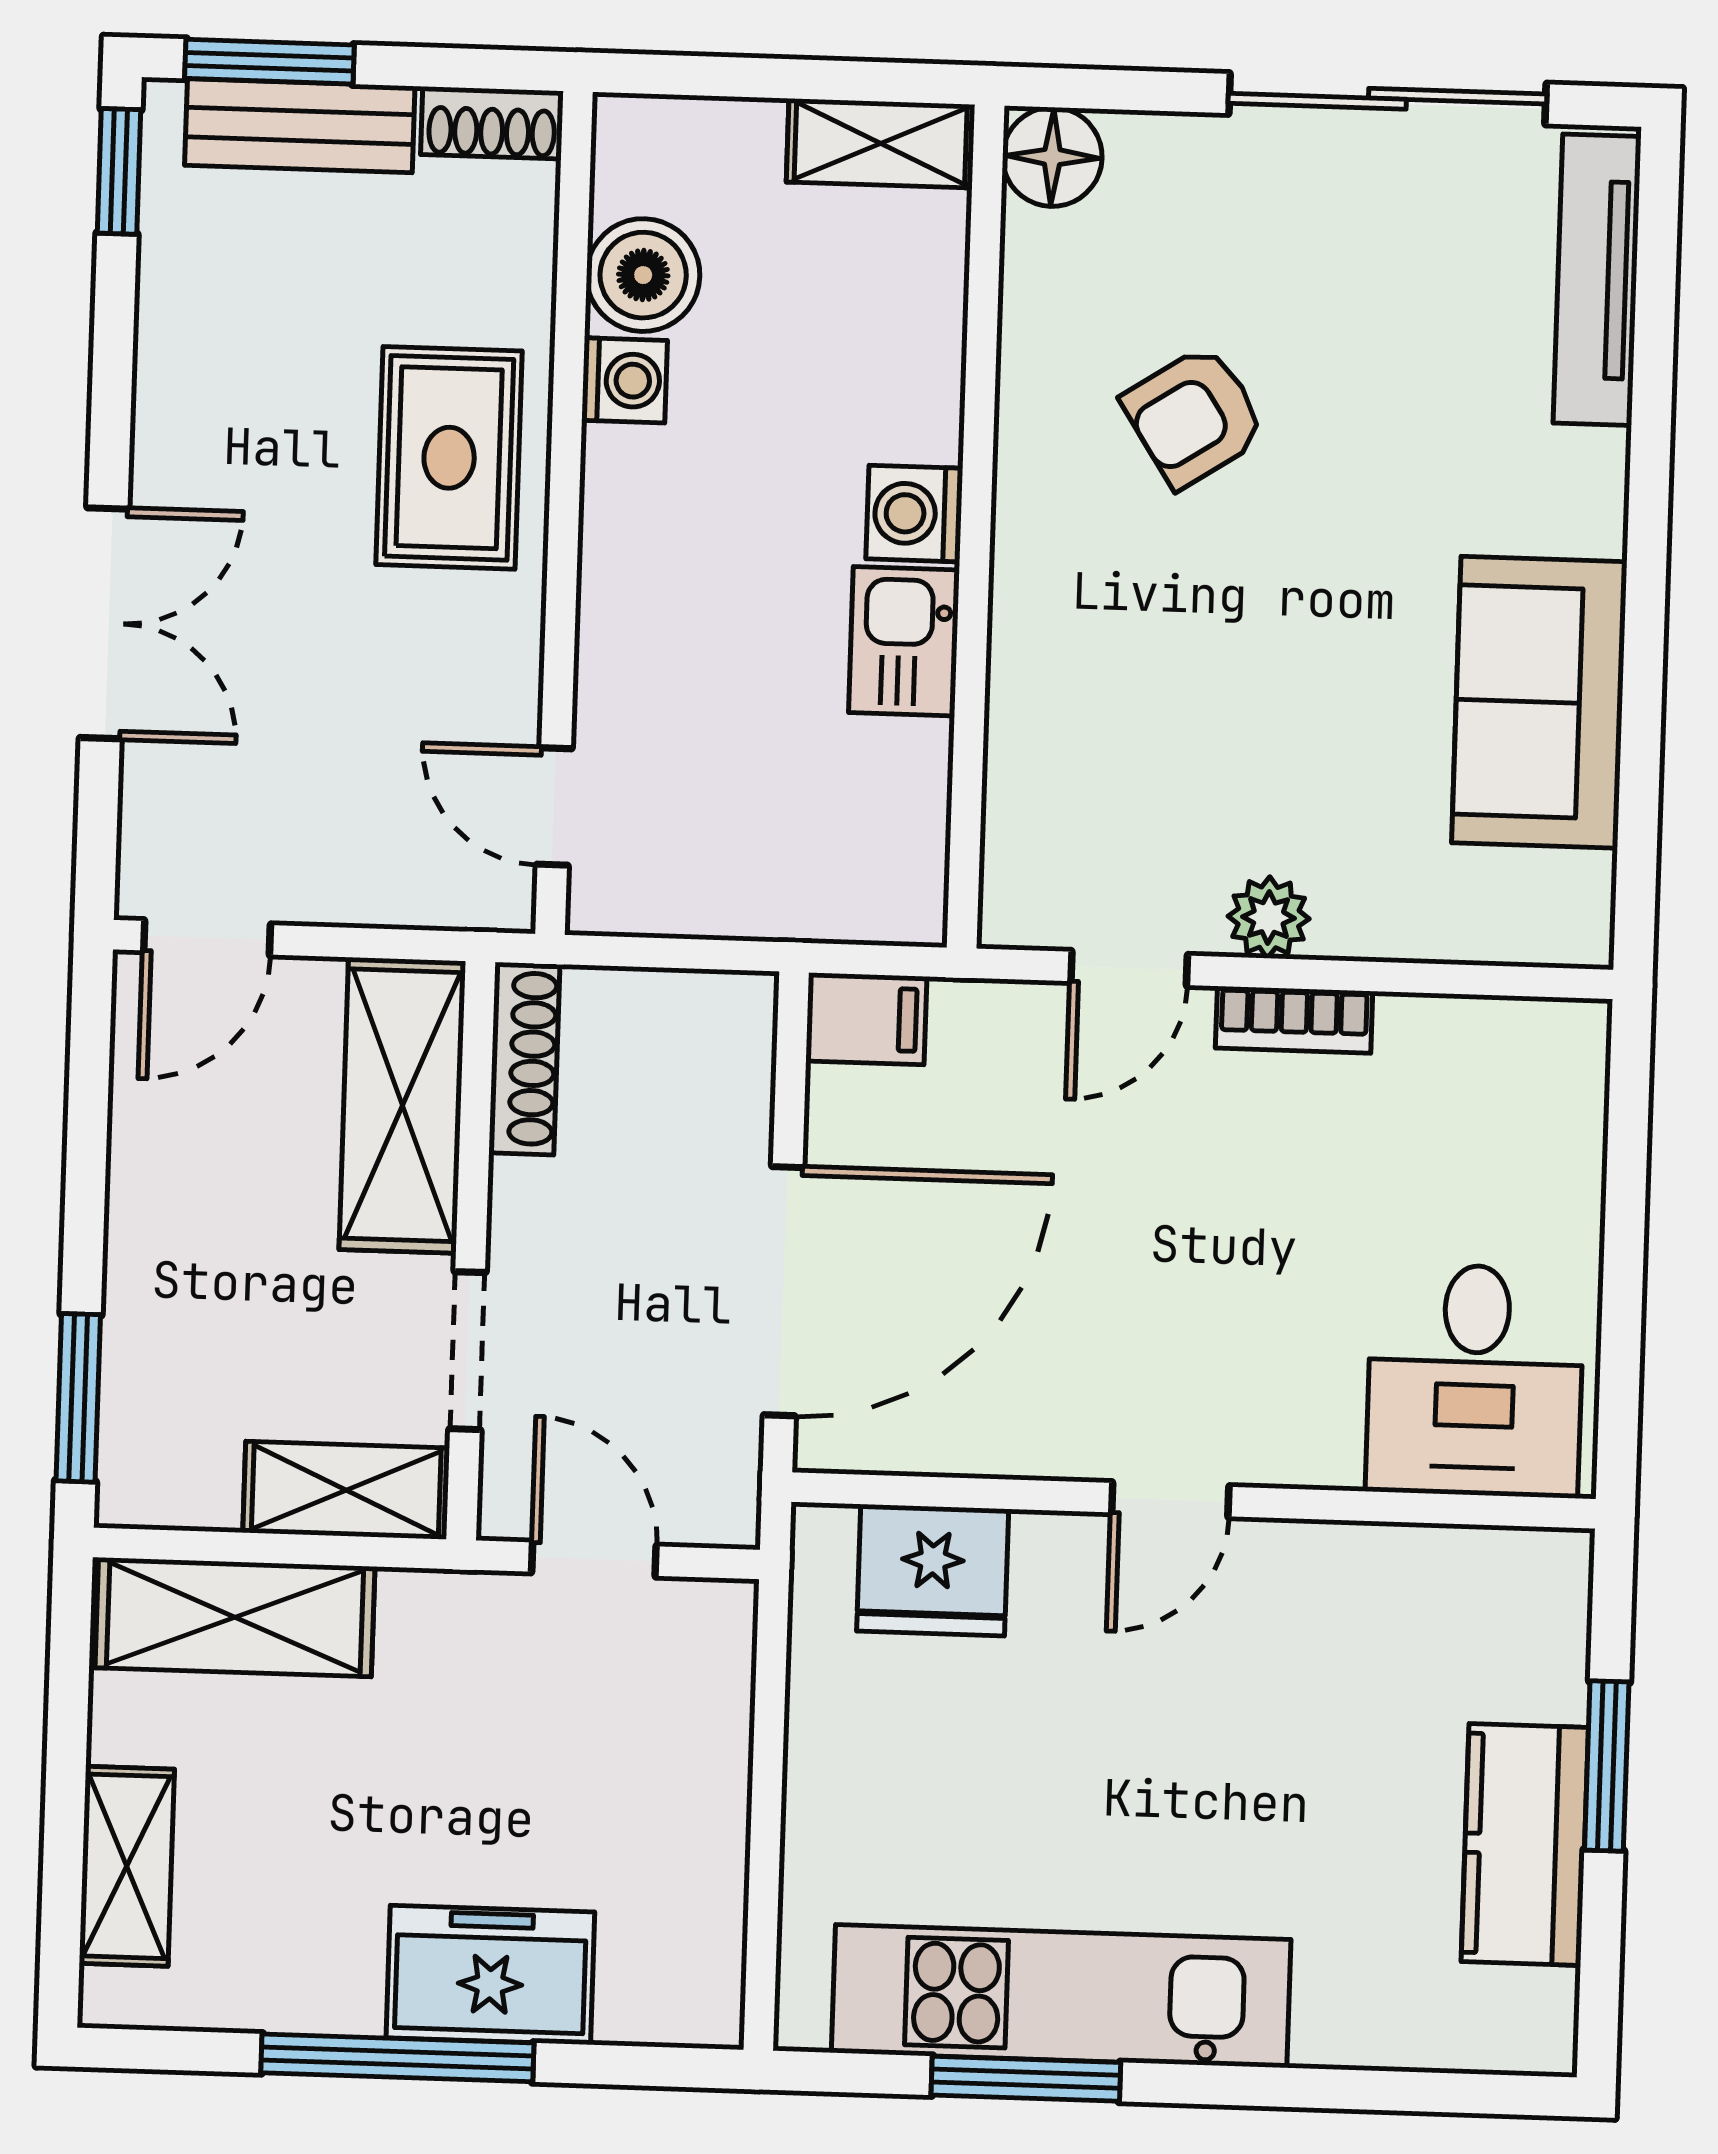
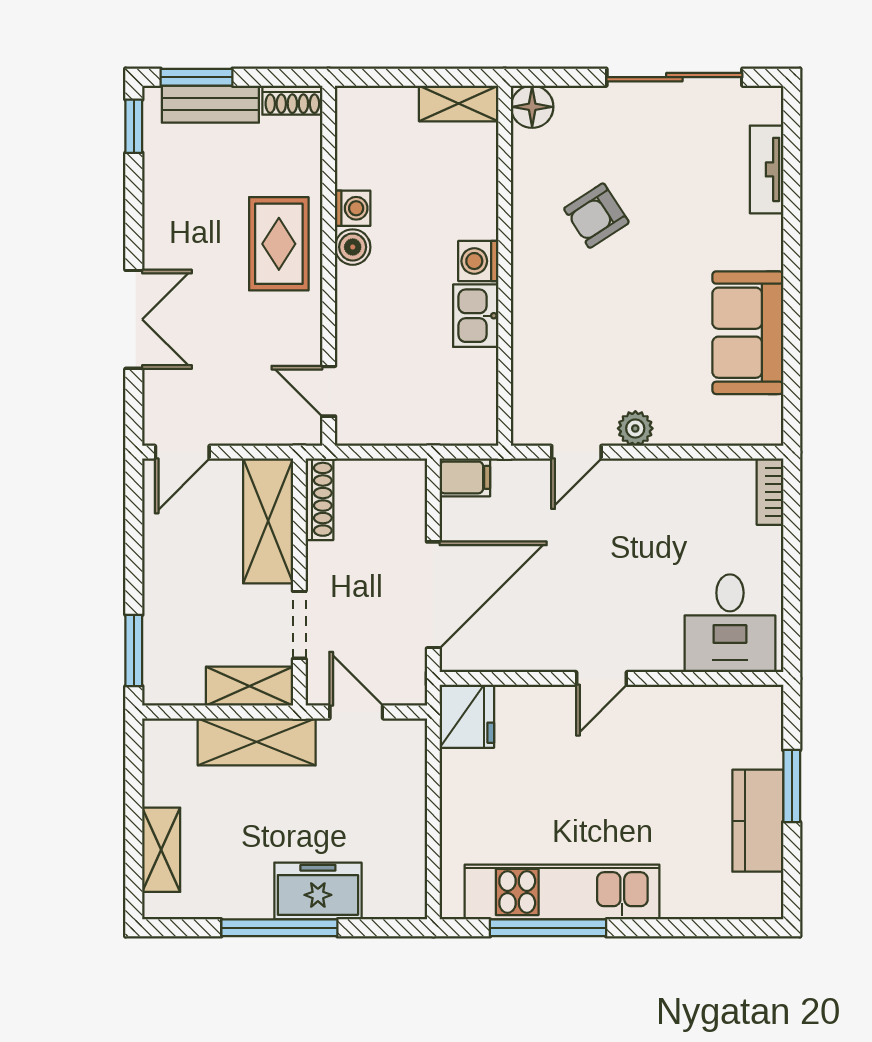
boiler: (643, 275) -> (353, 247), moved, width x0.73, depth x0.73
tv unit: (1597, 280) -> (767, 169), width x0.71
bookcase: (1294, 1020) -> (770, 492), moved, turned 90
fridge: (933, 1570) -> (467, 716), moved, turned -90
shelving: (235, 1617) -> (257, 742), moved
window: (1026, 2079) -> (548, 928), width x1.44

